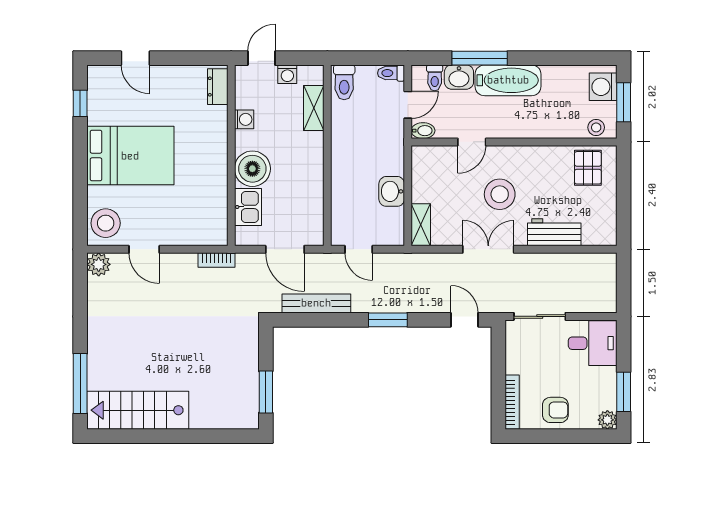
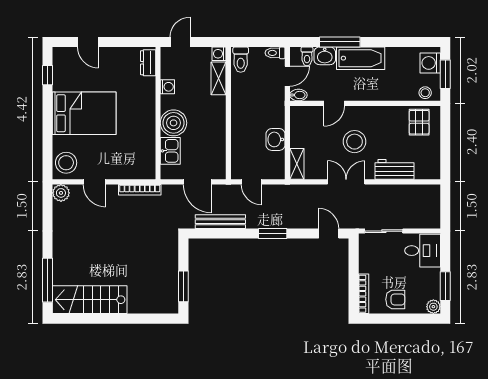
washing machine: (287, 74) -> (219, 54), moved, turned 90
bookcase: (217, 260) -> (140, 190), width x1.56

